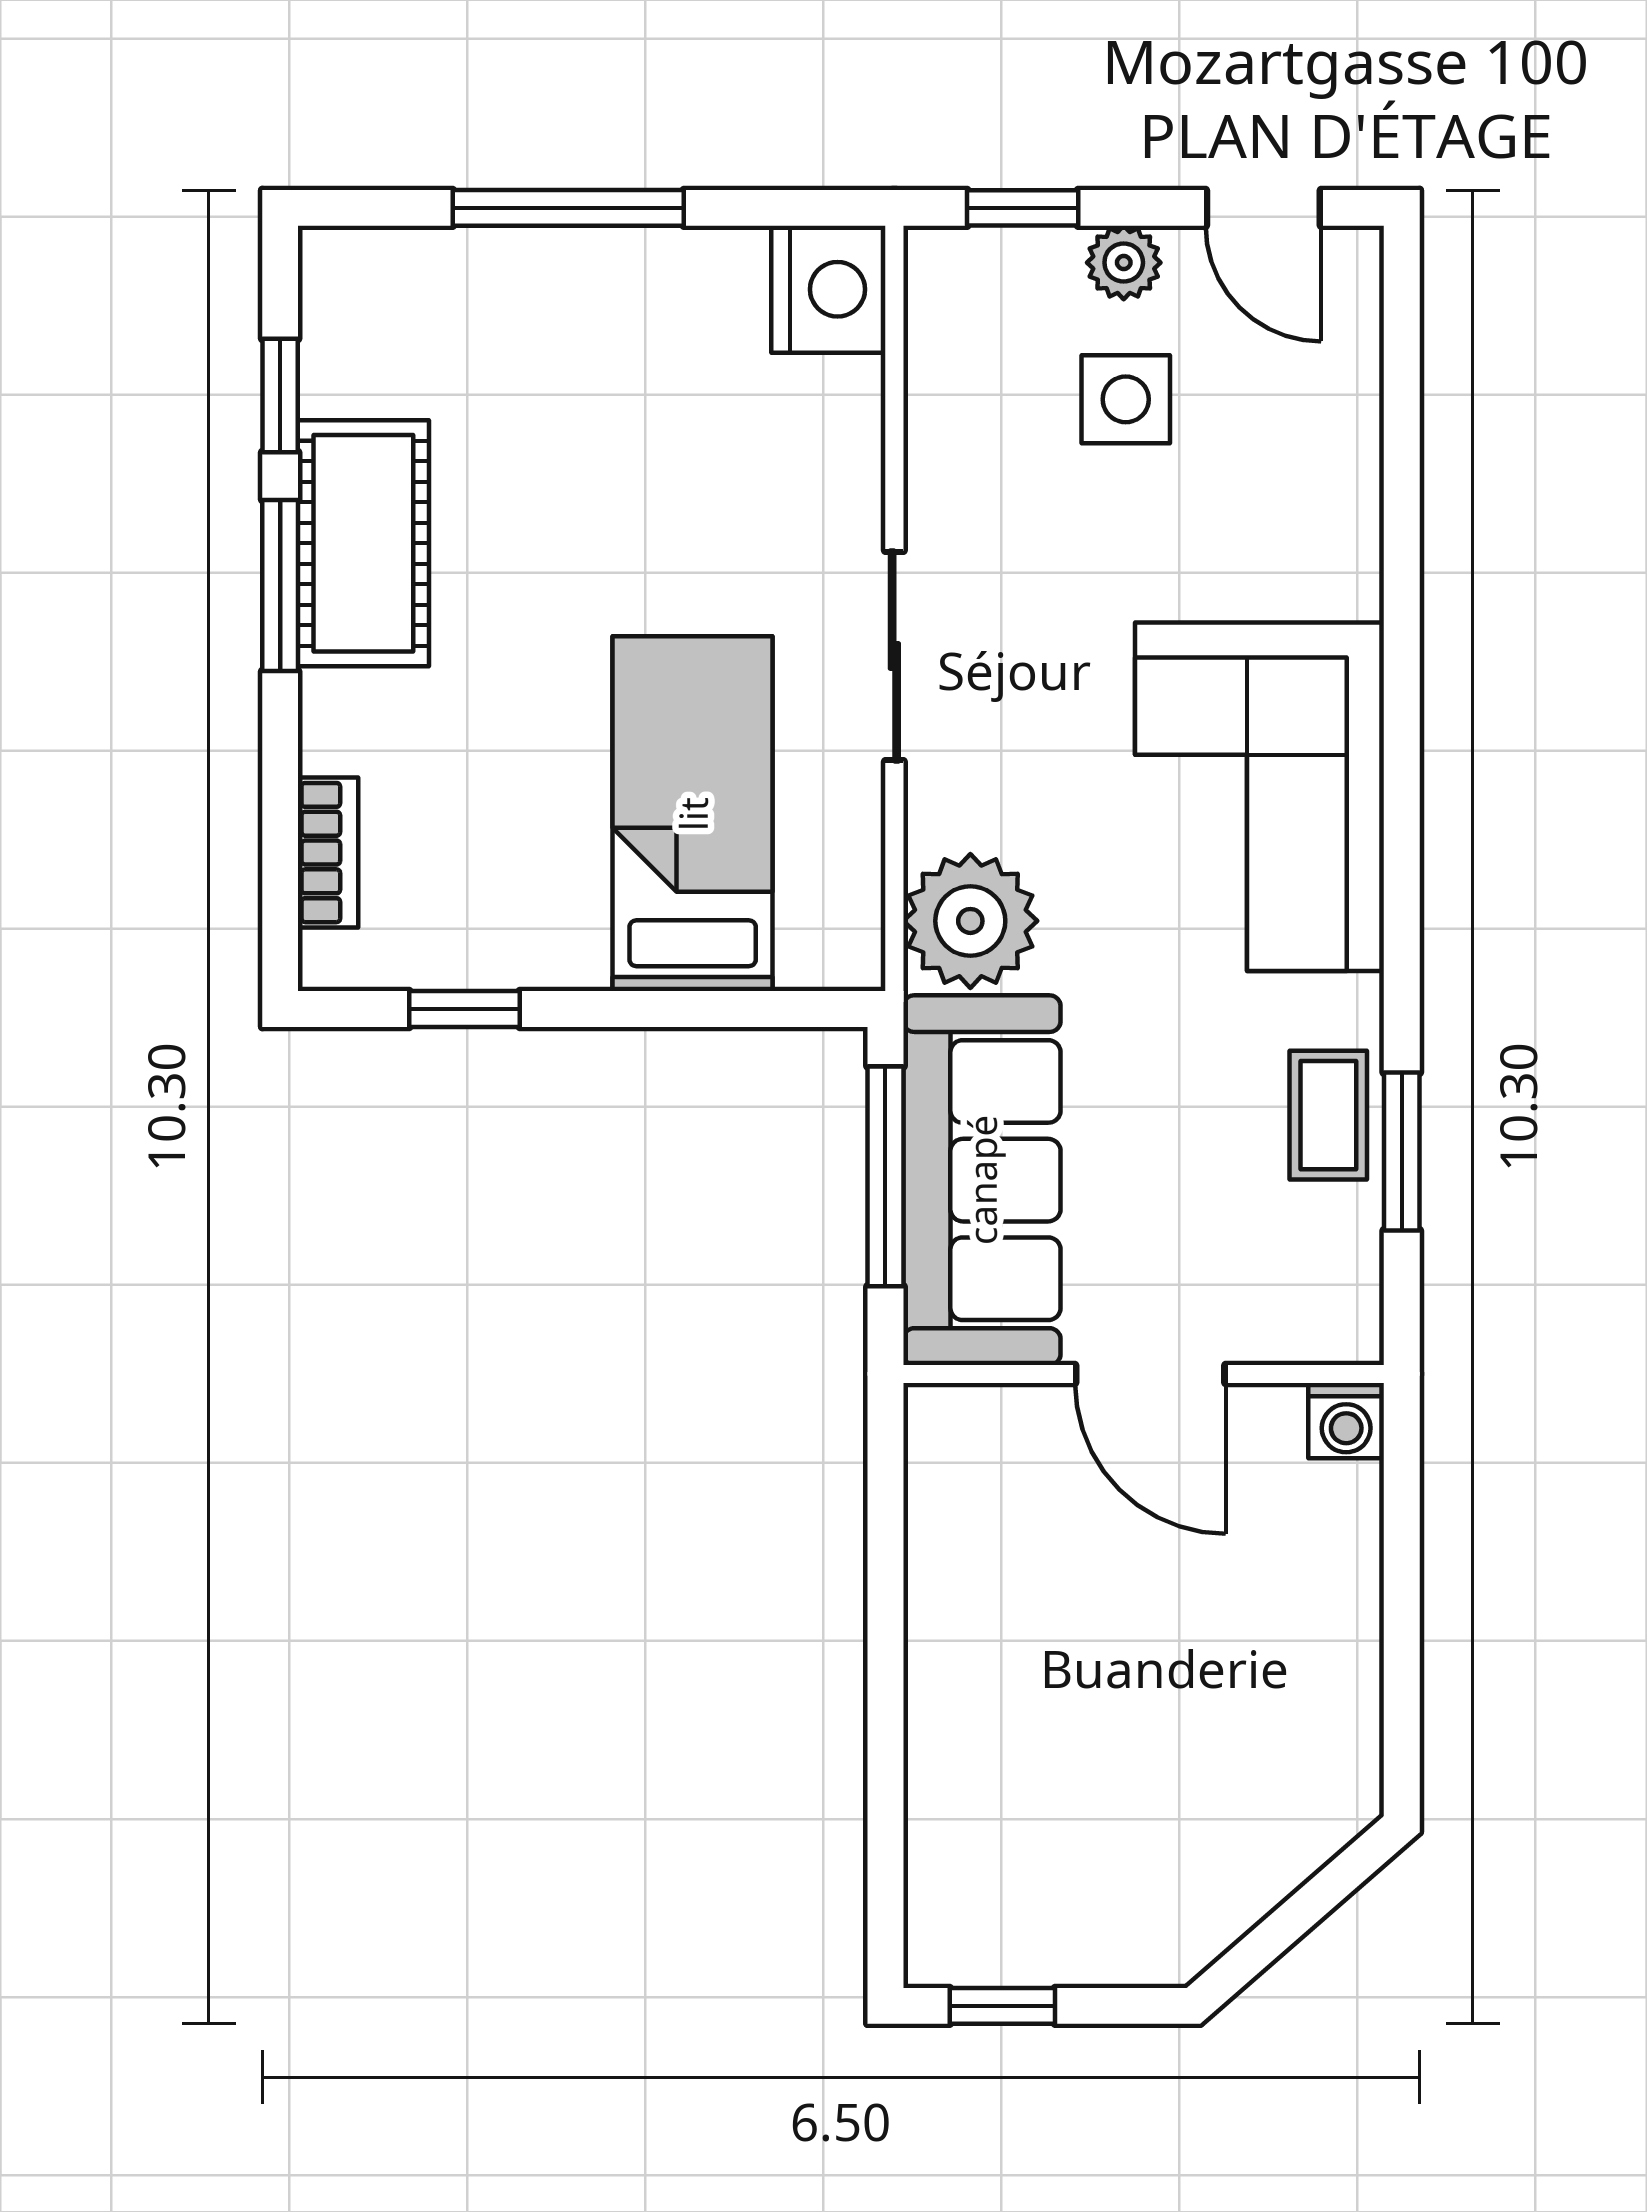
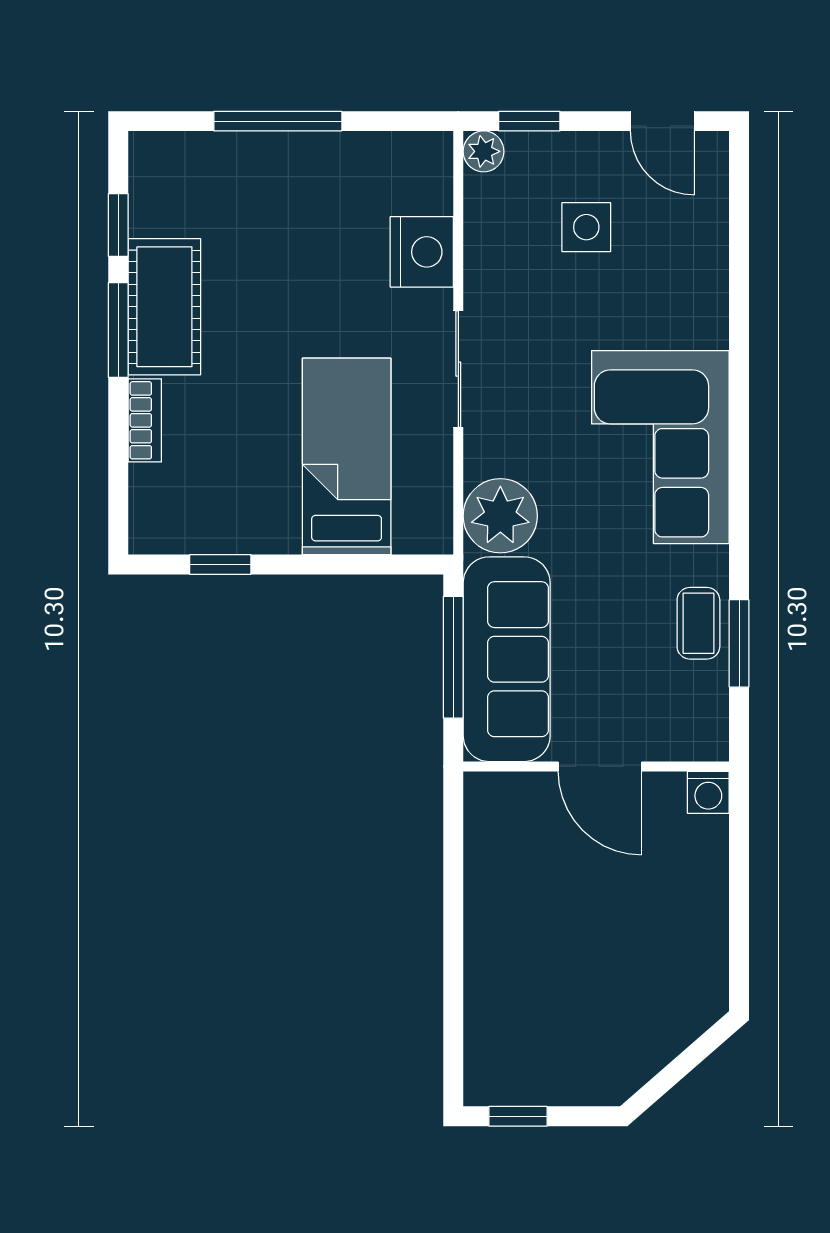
plant: (1124, 263) -> (484, 151), moved
nightstand: (828, 289) -> (422, 252), moved
bookcase: (328, 853) -> (145, 420), moved

